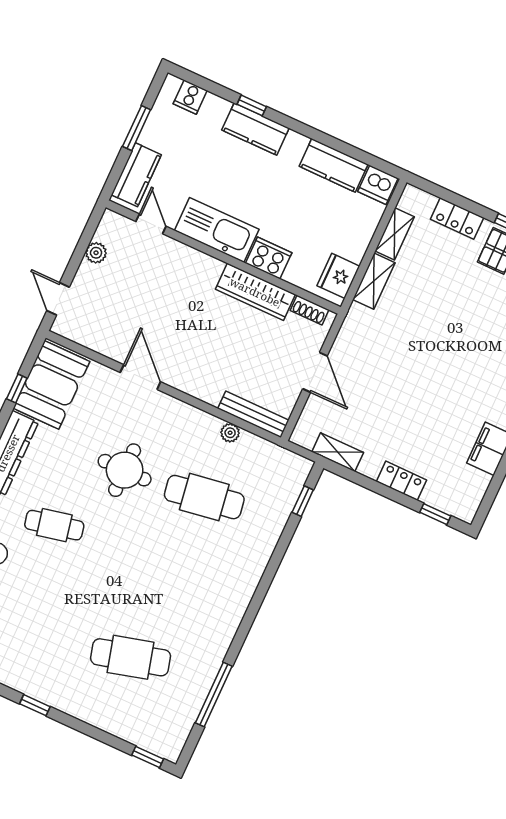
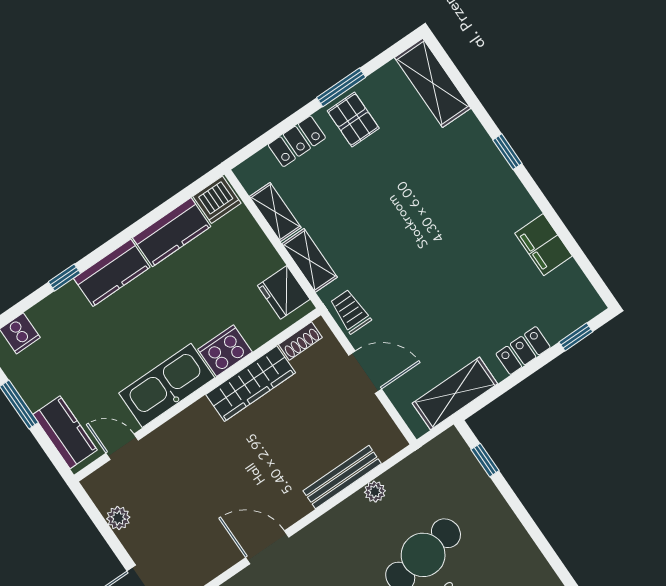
kitchen counter: (255, 129) -> (112, 273), moved
trolley: (354, 334) -> (350, 311), added
bench: (253, 414) -> (342, 477), moved
shelving: (338, 452) -> (455, 393), width x1.50, depth x1.33

